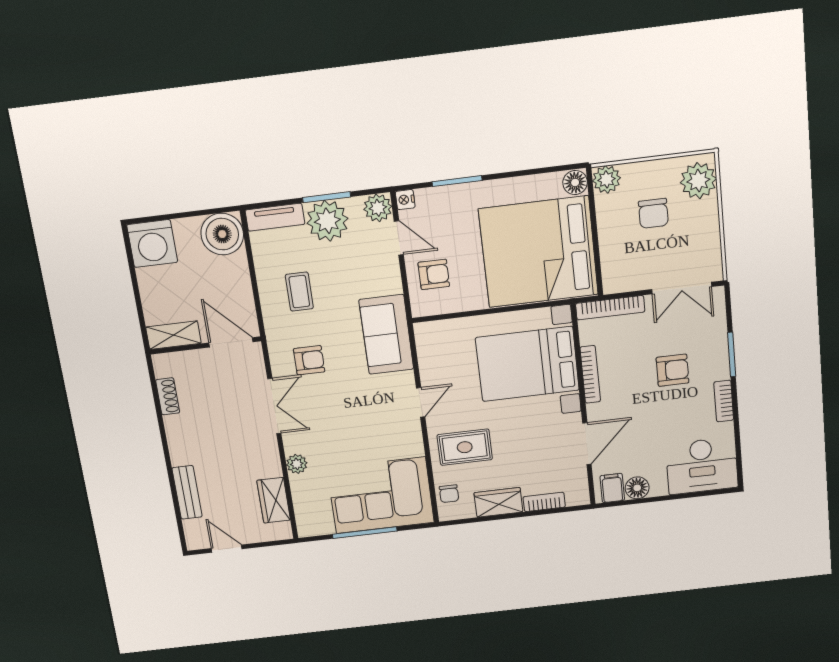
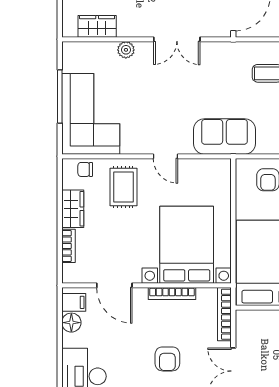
armchair: (309, 360) -> (211, 73), removed

